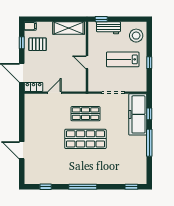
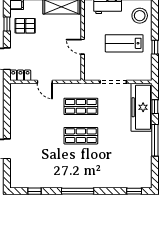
door: (54, 93) -> (45, 82), swing flipped
shop shelf: (85, 139) -> (81, 136), width x0.70, depth x0.74

